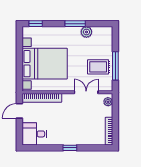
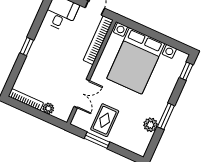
window: (115, 66) -> (97, 140), width x0.69
plant: (108, 102) -> (48, 108), moved

